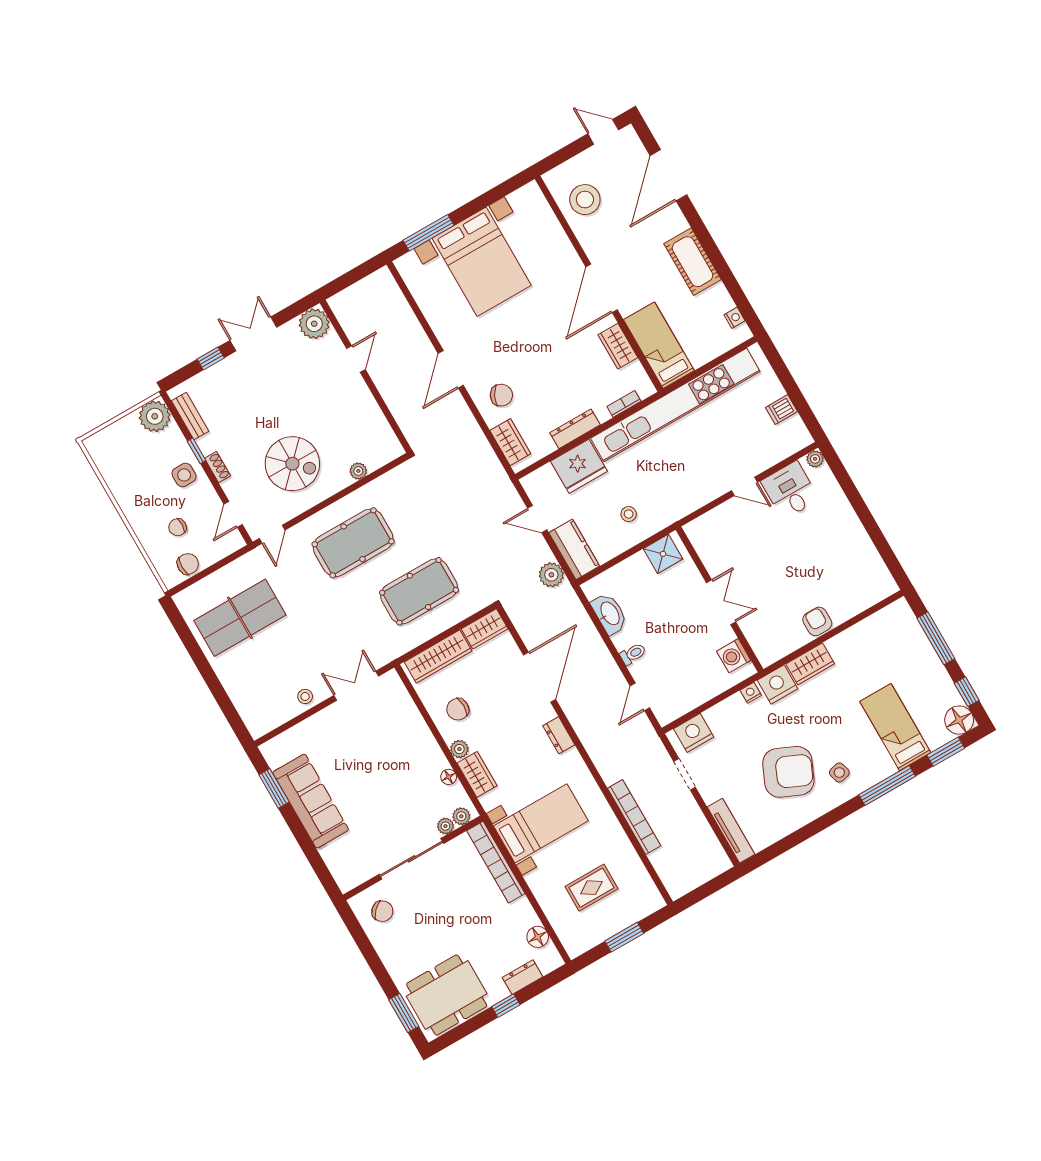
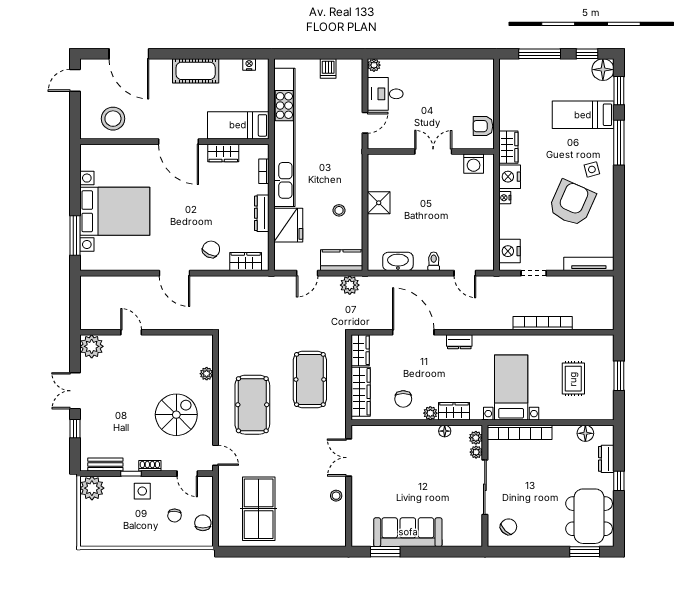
wall: (719, 599) -> (431, 151), moved
double door: (721, 602) -> (433, 151), moved
washing machine: (734, 656) -> (474, 164), moved

